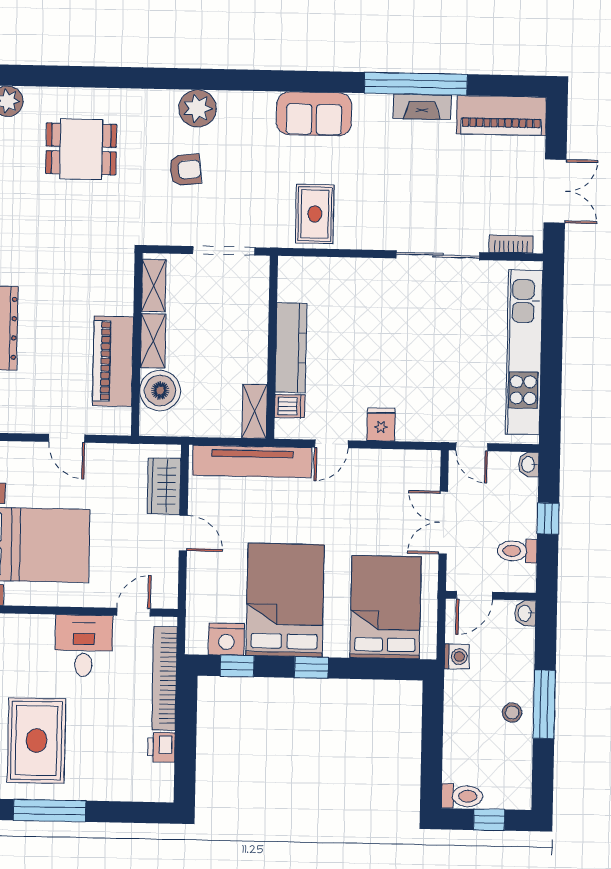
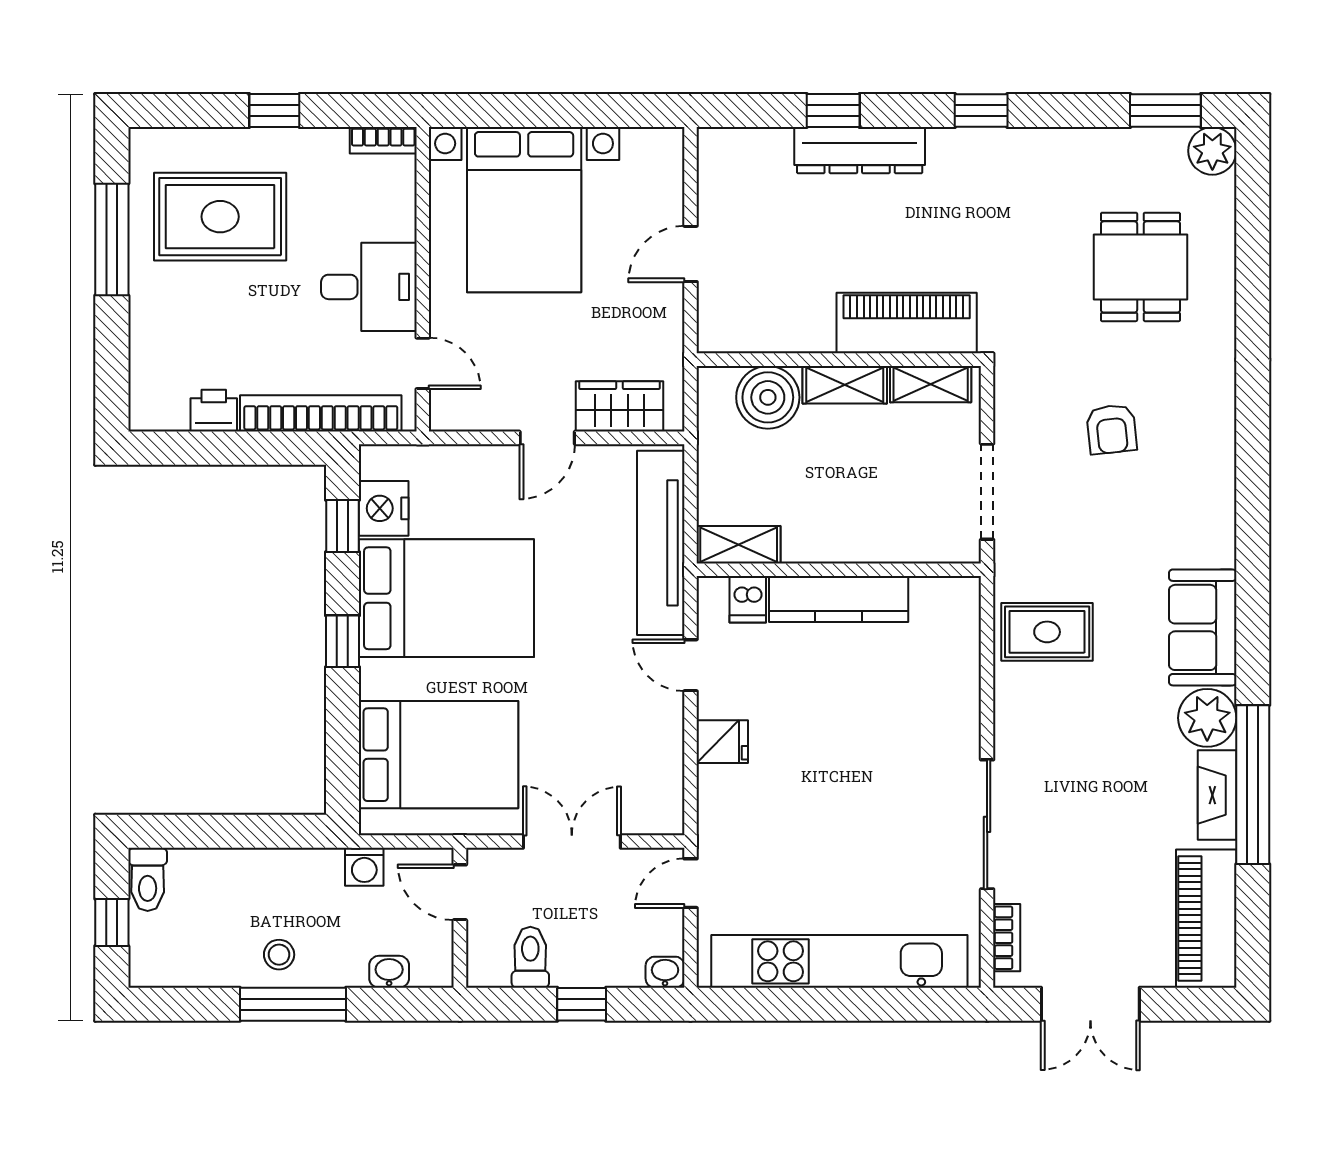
plant: (198, 108) -> (1207, 718), moved
piano: (113, 361) -> (907, 323), moved
washbasin: (525, 613) -> (389, 972), moved

